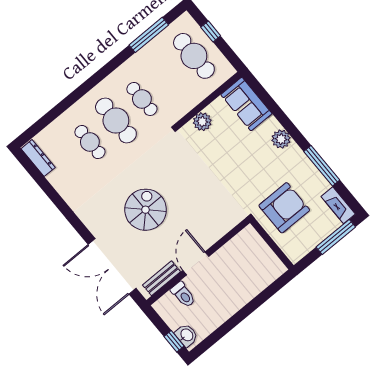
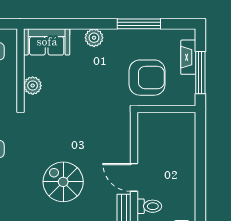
fireplace: (338, 205) -> (188, 57), moved, turned 90
armchair: (284, 208) -> (147, 78), turned 90
window: (336, 237) -> (200, 73), moved

